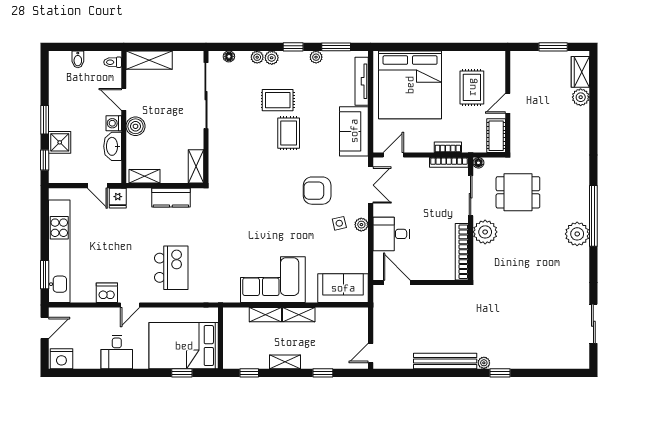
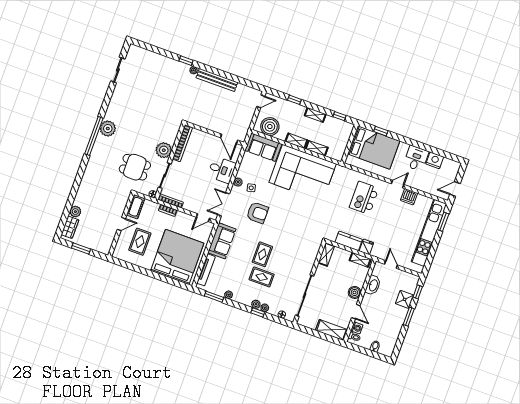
window: (293, 47) -> (258, 312), moved
washing machine: (114, 123) -> (357, 328), moved
fridge: (118, 198) -> (366, 247), moved
corner sofa: (273, 280) -> (303, 173), width x1.36, depth x1.36
boiler: (344, 321) -> (270, 127), added
nightstand: (61, 359) -> (435, 160), moved

